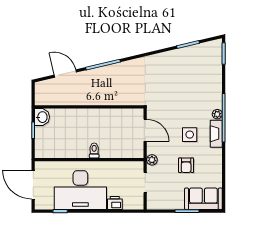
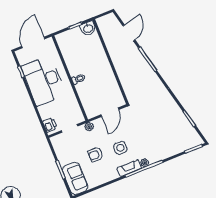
printer: (115, 203) -> (50, 125), moved

